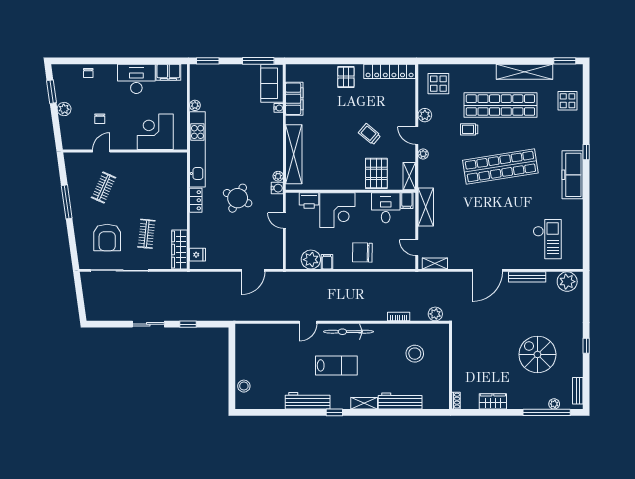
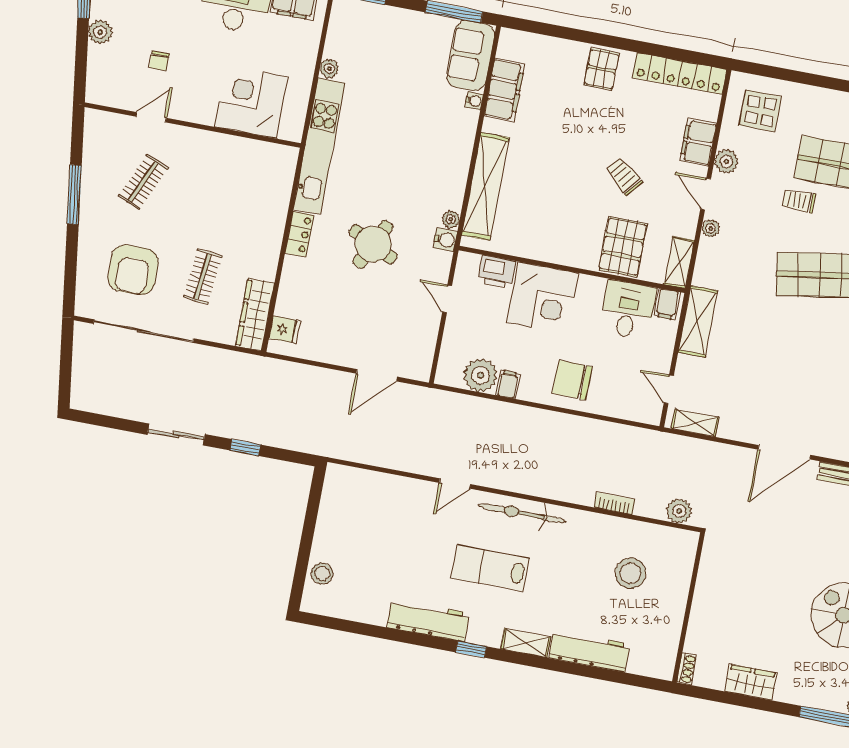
filing cabinet: (407, 107) -> (698, 142), added
lab bench: (336, 365) -> (490, 568), turned 180

